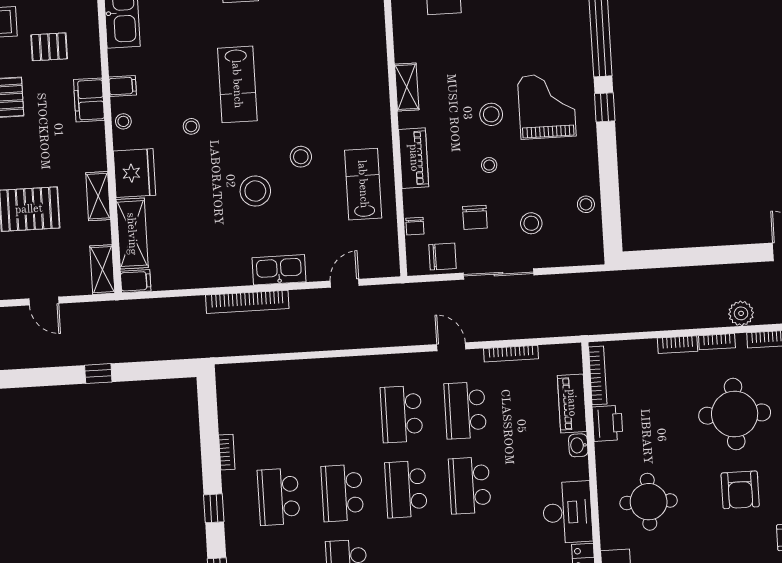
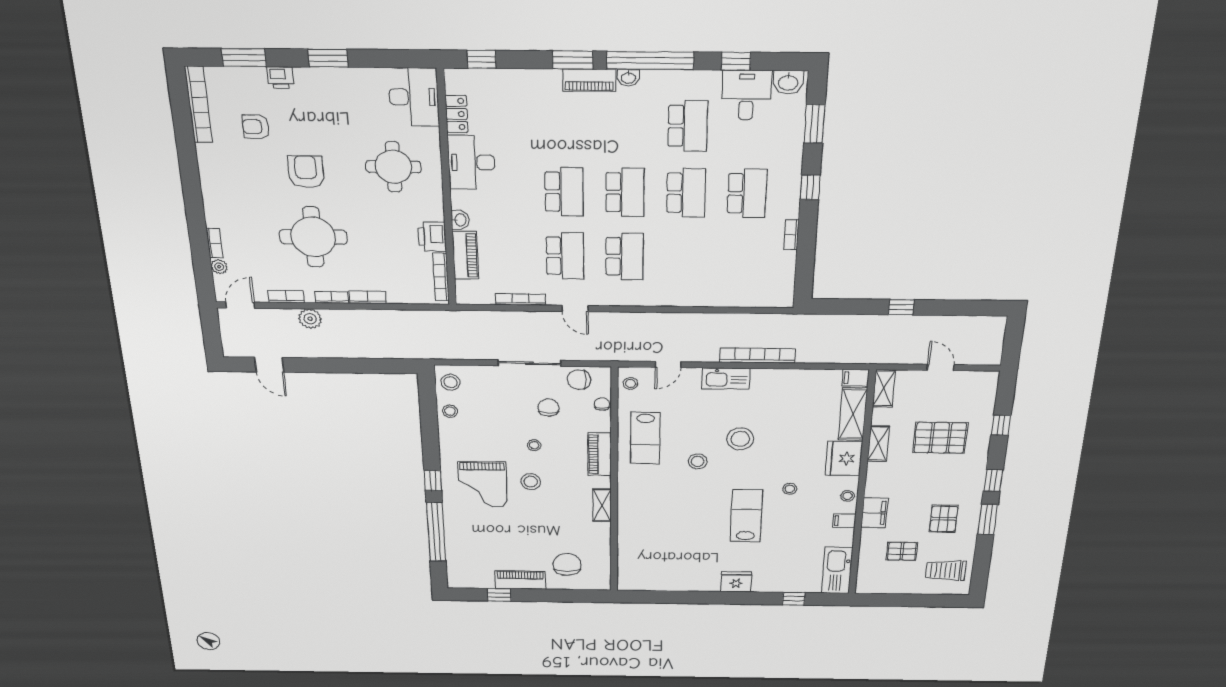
stool: (531, 223) -> (451, 382), moved
stool: (385, 256) -> (630, 384), added

